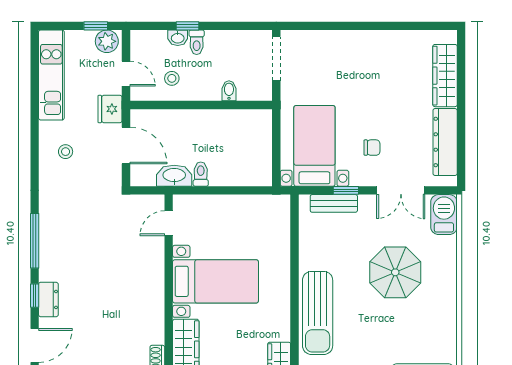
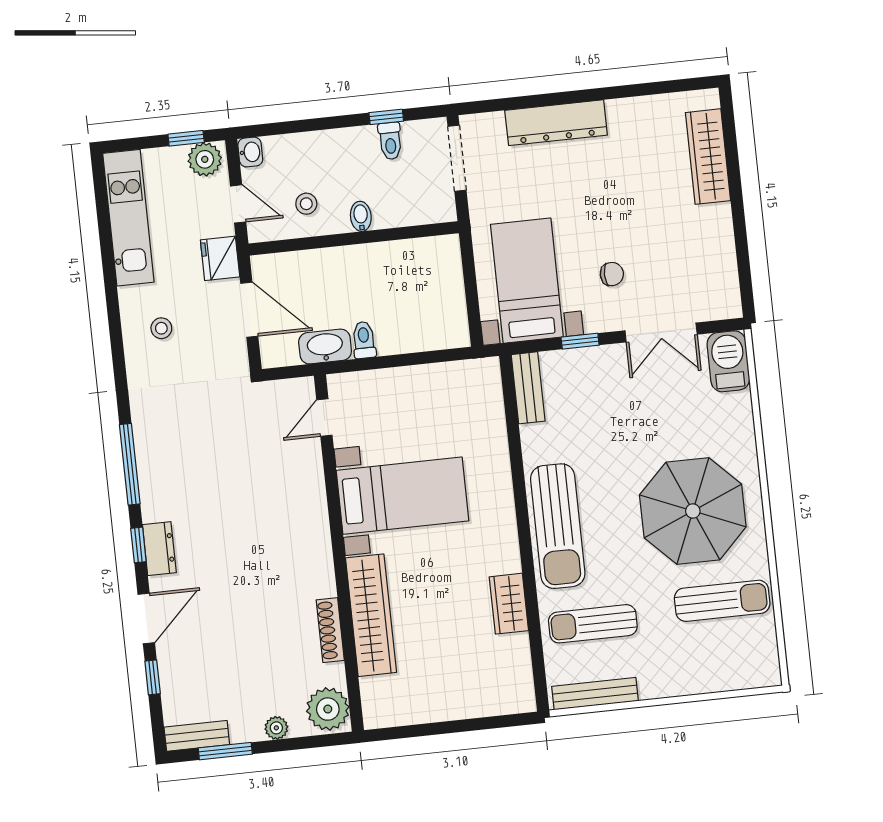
window: (188, 26) -> (386, 117), moved
washbasin: (178, 38) -> (250, 152), moved, turned -90
toilet: (197, 42) -> (390, 141), moved
bidet: (229, 91) -> (361, 216), moved
dresser: (445, 142) -> (556, 123), moved, turned -90
bench: (334, 203) -> (528, 388), moved, turned 90
parasol: (395, 272) -> (693, 511), moved, width x1.36, depth x1.36

